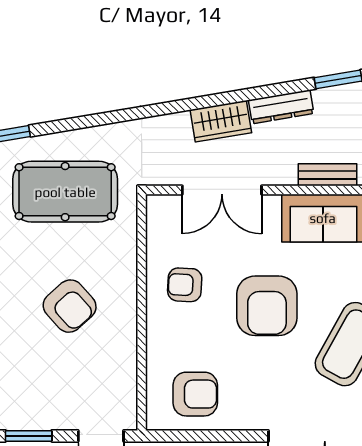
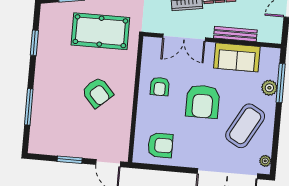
bench: (327, 175) -> (235, 34), width x1.36
armchair: (185, 285) -> (160, 86), turned -93

